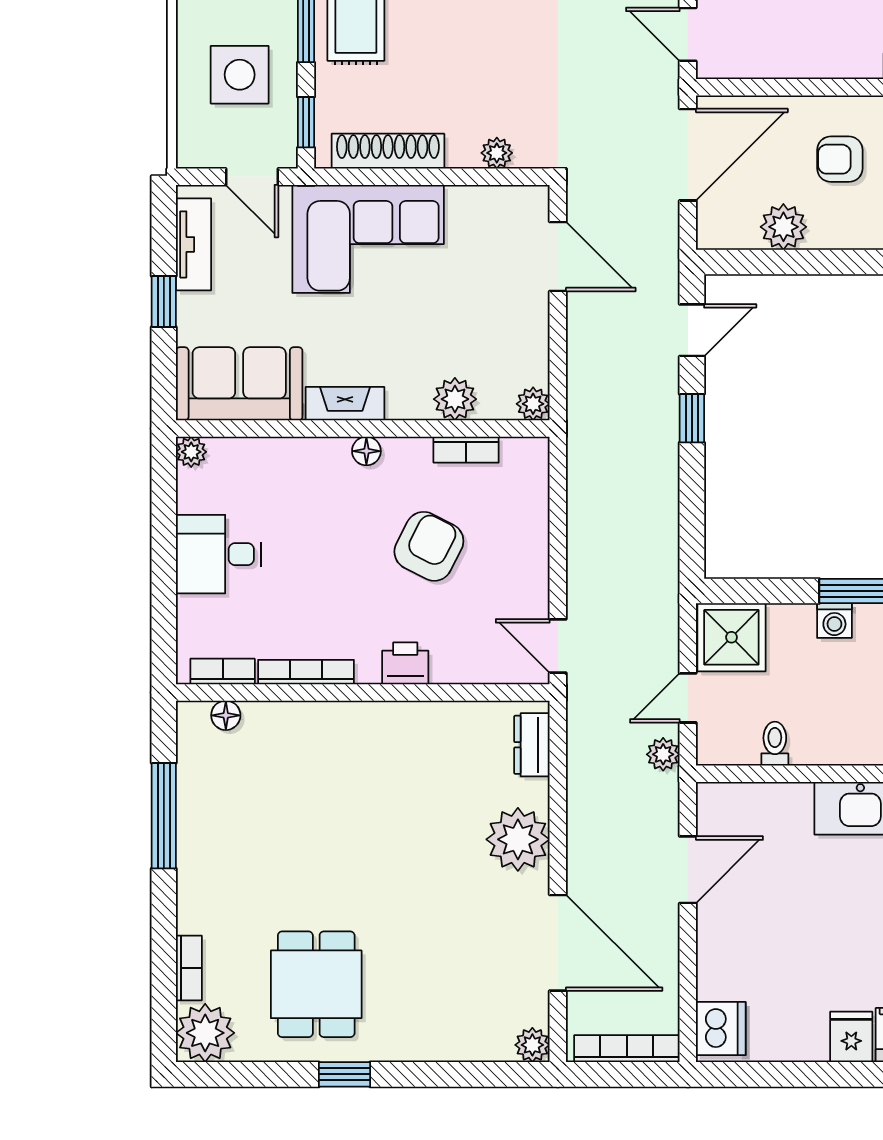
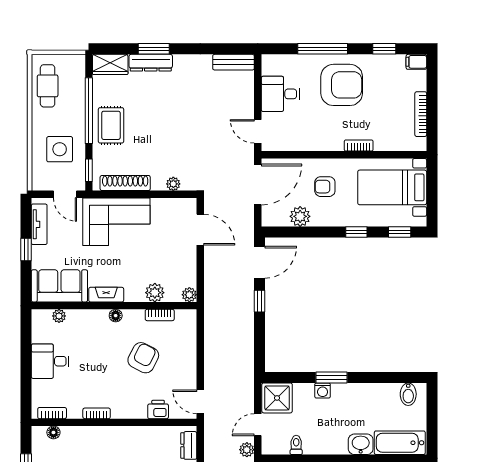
door: (692, 330) -> (260, 262), width x1.37
plant: (191, 452) -> (59, 316), moved
printer: (405, 663) -> (158, 409), moved
bookcase: (306, 672) -> (97, 413), width x0.64

